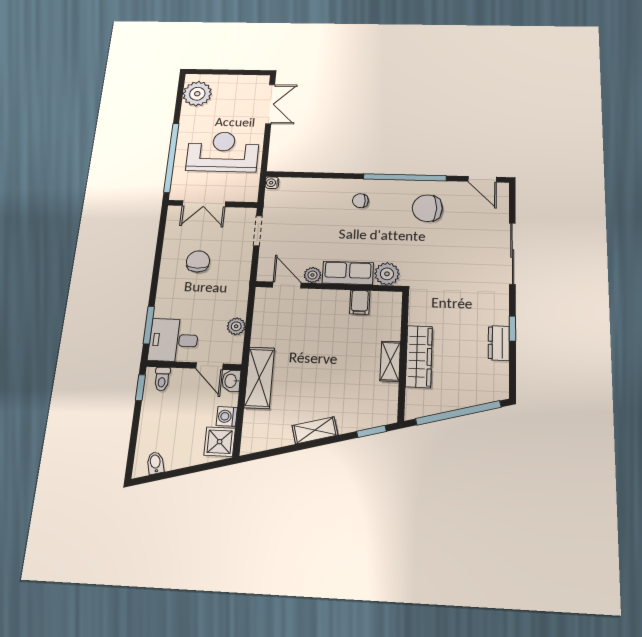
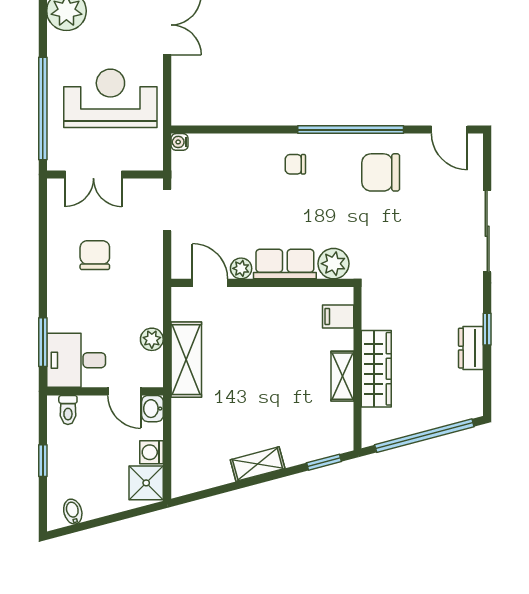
filing cabinet: (360, 302) -> (338, 316), moved, turned 90
shelving: (259, 378) -> (186, 360), moved
window: (140, 388) -> (43, 461), moved

